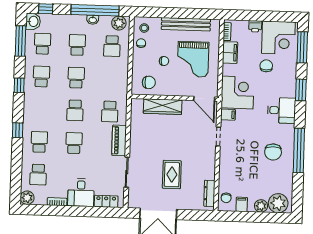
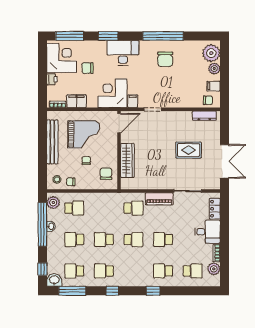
desk: (282, 110) -> (123, 53), width x1.37
chair: (273, 152) -> (165, 59), turned 90
plant: (27, 198) -> (214, 269), moved

